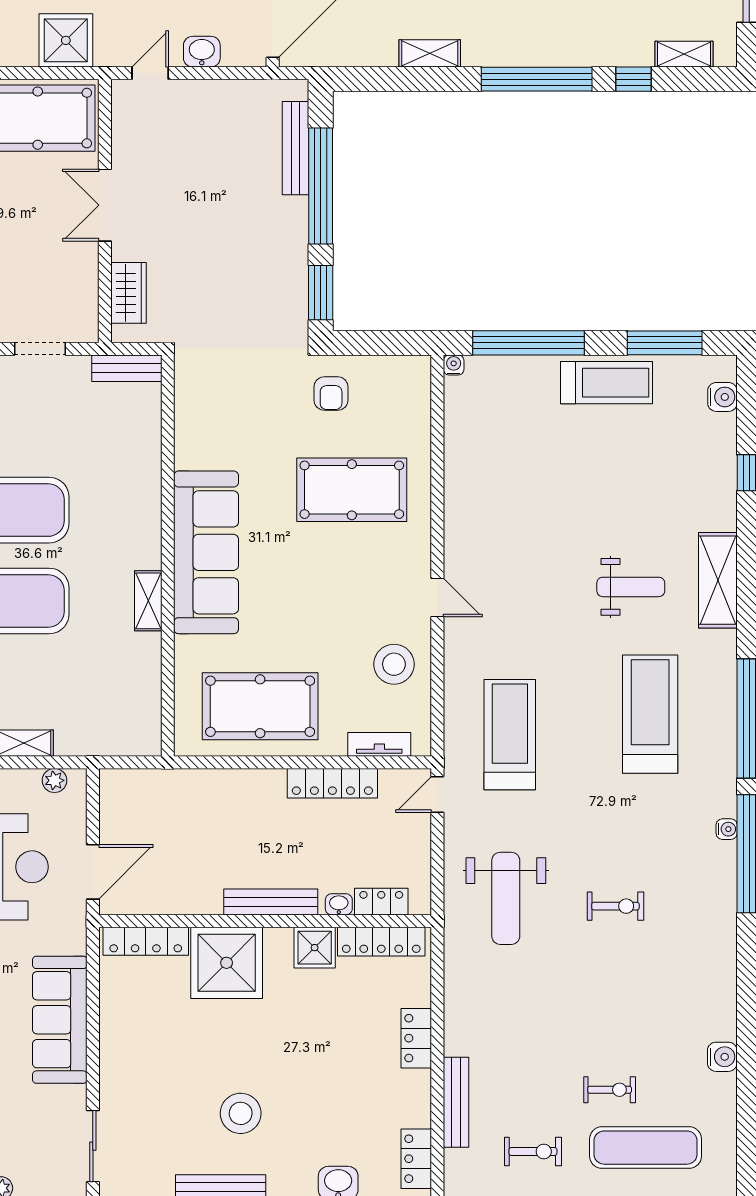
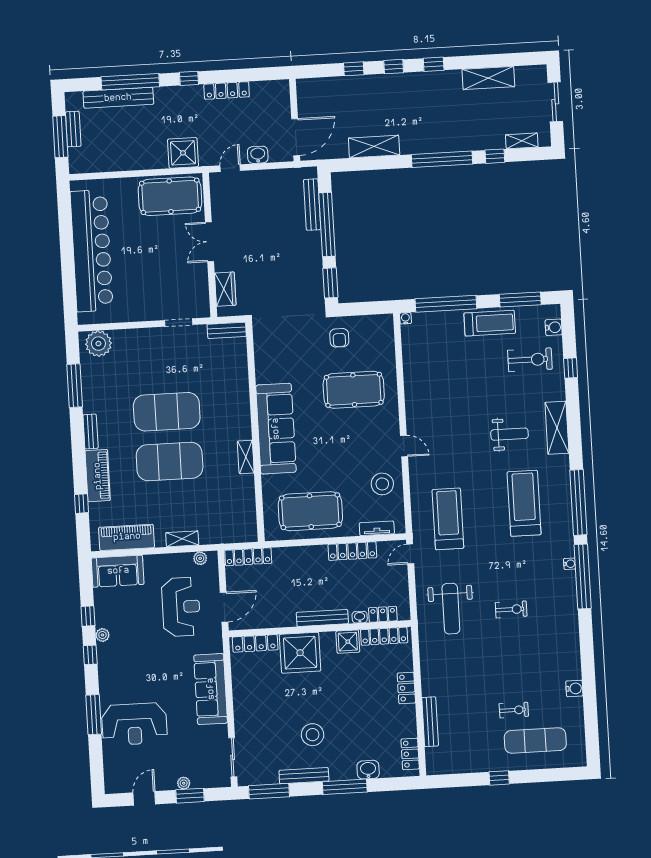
shelving: (430, 53) -> (374, 146), width x1.50, depth x1.33
locker: (142, 783) -> (248, 557), added
exercise bike: (533, 1152) -> (530, 360), moved, width x1.38, depth x1.39

